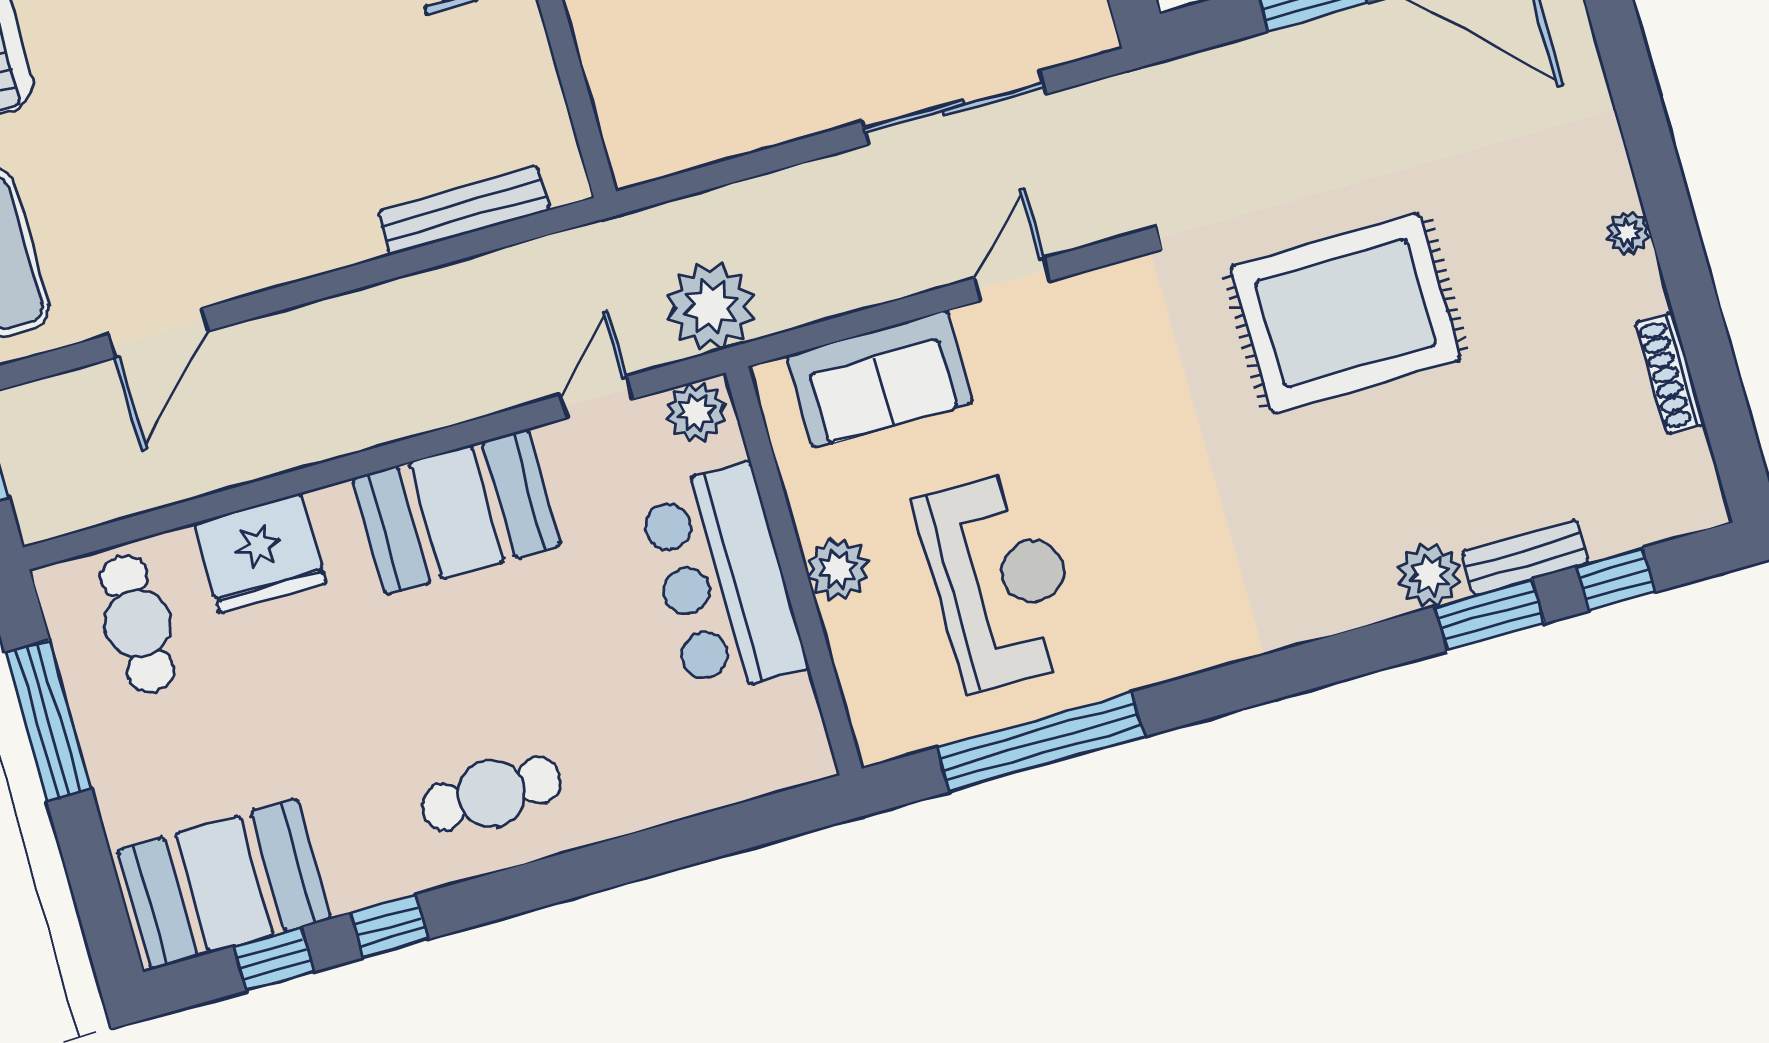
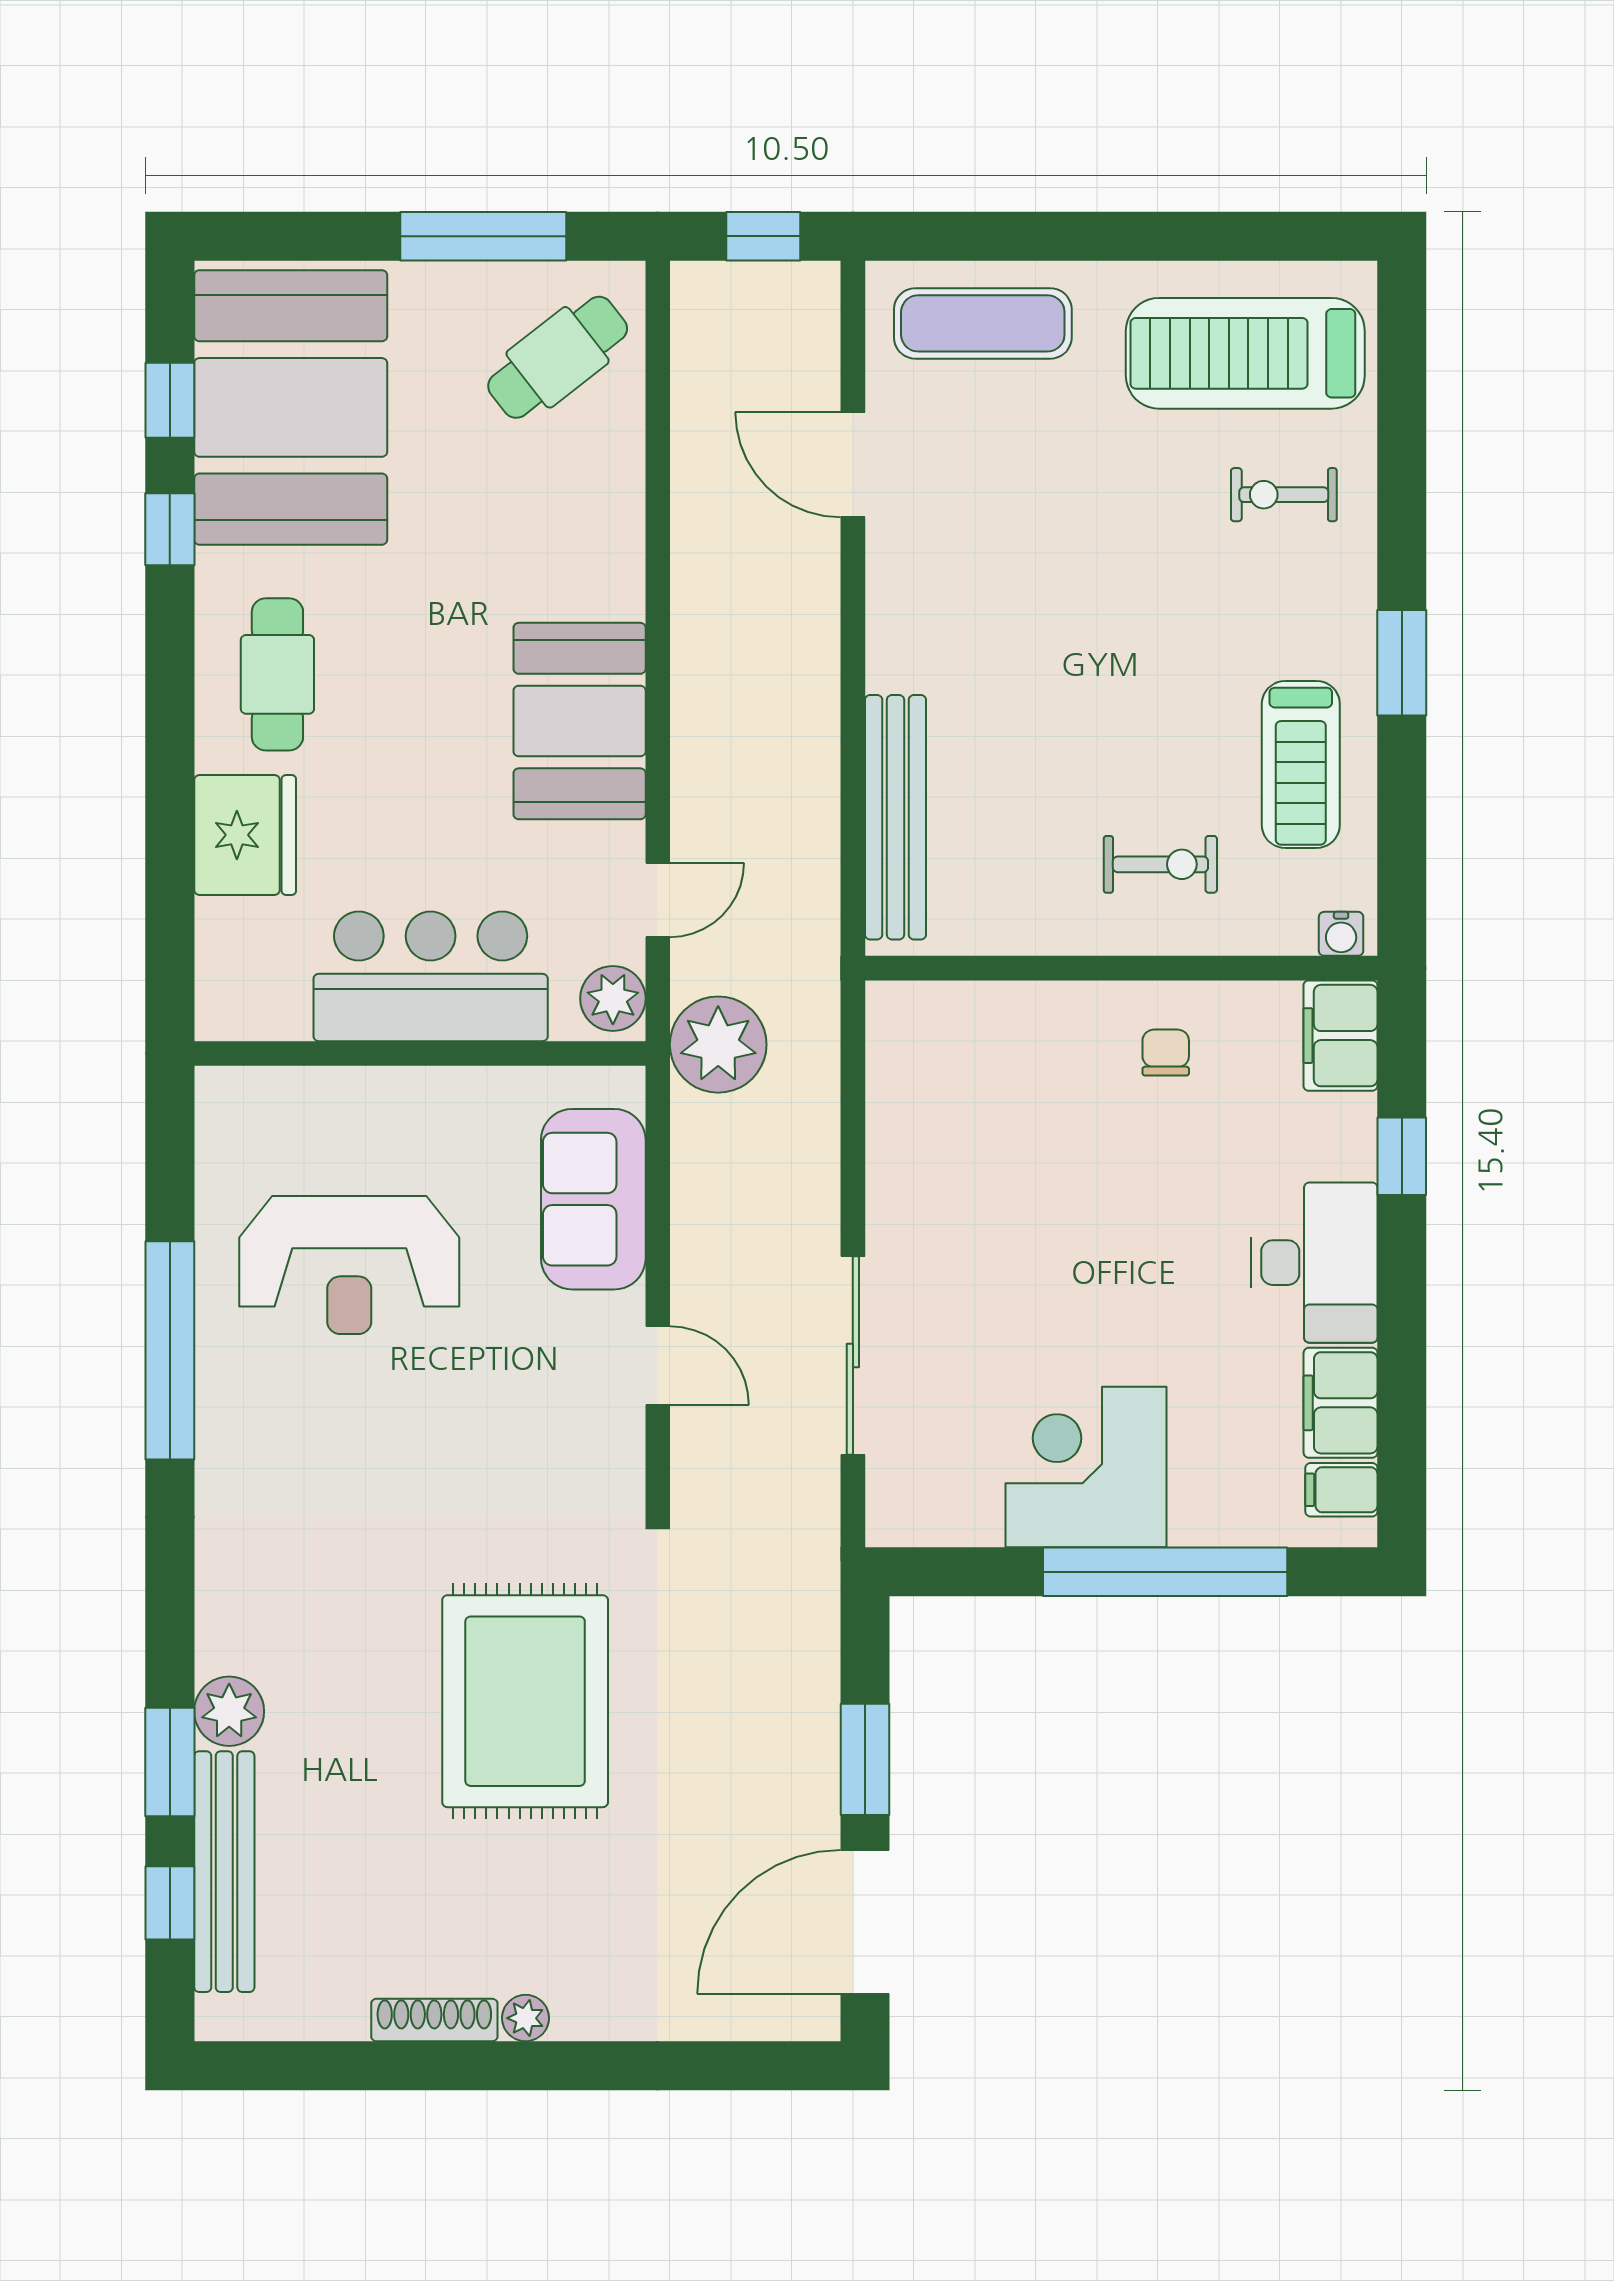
bench: (464, 210) -> (896, 817), width x1.37, depth x1.21
shoe rack: (1670, 373) -> (434, 2020), moved
door: (597, 397) -> (658, 900), hinge flipped
fridge: (260, 553) -> (245, 835), moved, turned 180
bench: (1525, 557) -> (224, 1872), width x1.86, depth x1.21
plant: (838, 569) -> (408, 1099), removed
cafe table: (137, 624) -> (558, 357), turned -38
window: (1041, 742) -> (170, 1350), moved
booth: (224, 884) -> (291, 407), width x1.36, depth x1.42

